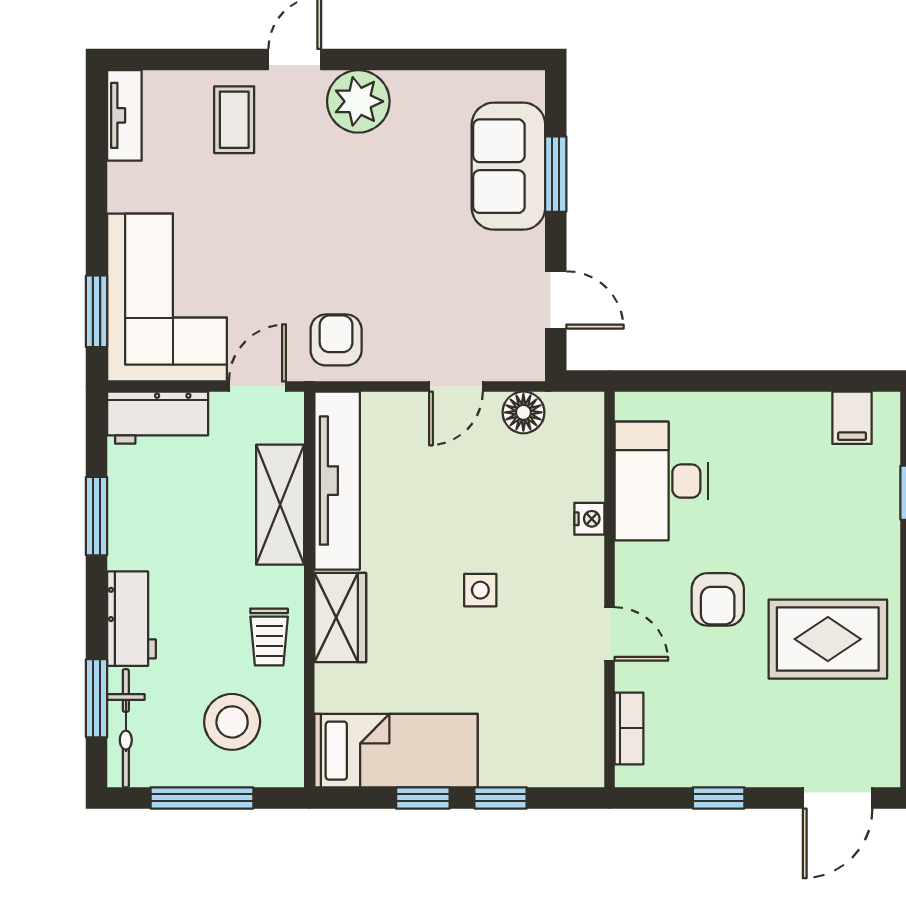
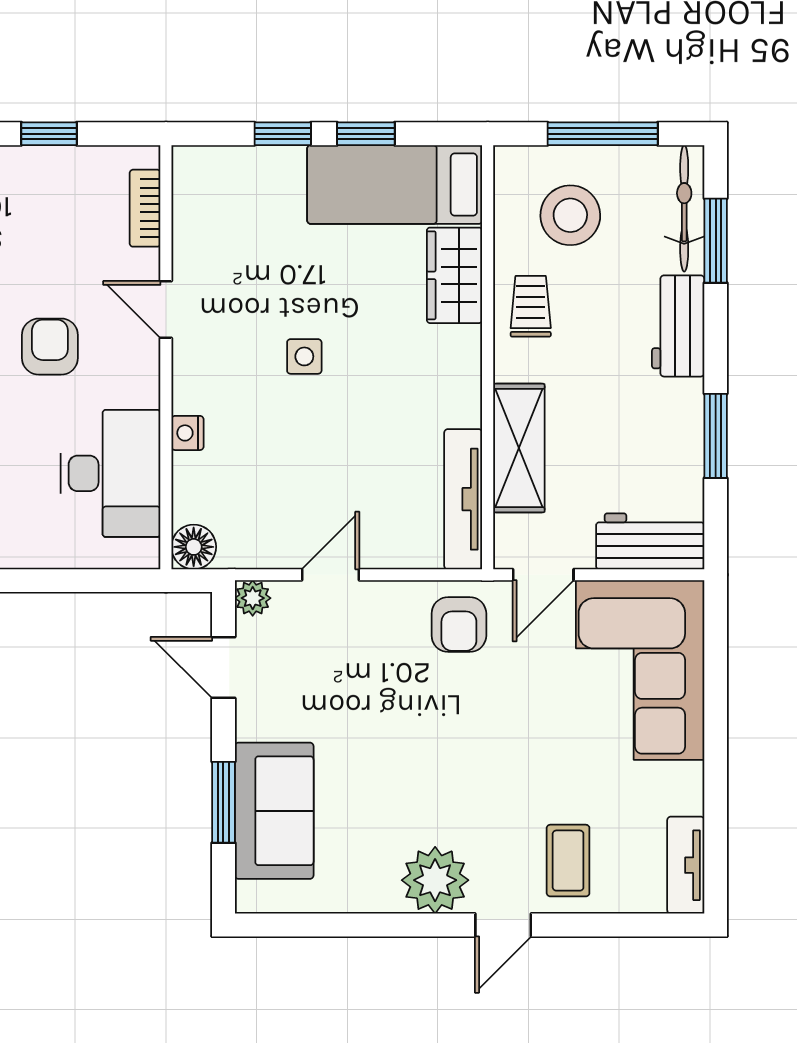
window: (96, 311) -> (716, 655), removed
plant: (528, 365) -> (253, 598), added
floor lamp: (523, 412) -> (194, 547), moved
tv unit: (337, 481) -> (463, 499), width x0.73, depth x0.78
wardrobe: (340, 618) -> (454, 275), moved

